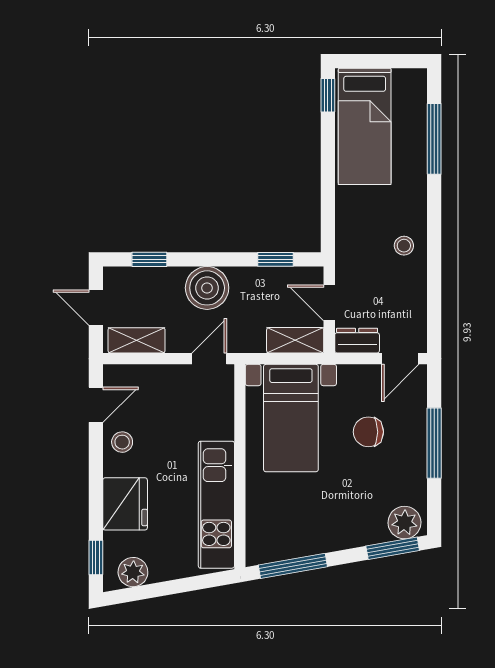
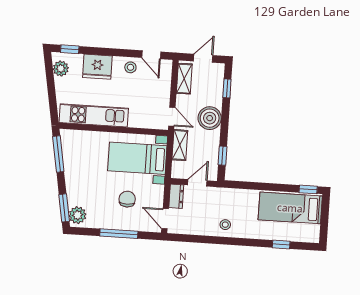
window: (434, 139) -> (281, 244), width x0.46
shelving: (295, 340) -> (180, 145), moved

